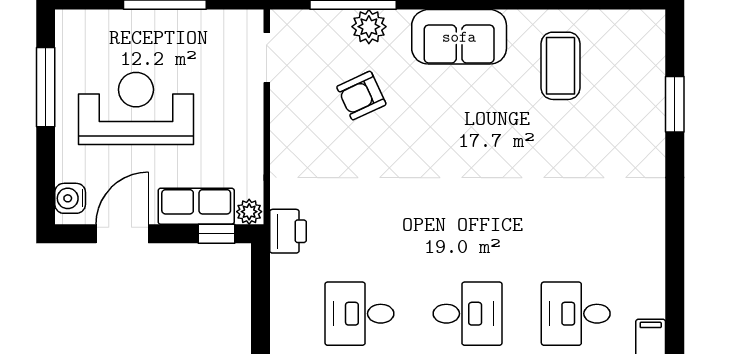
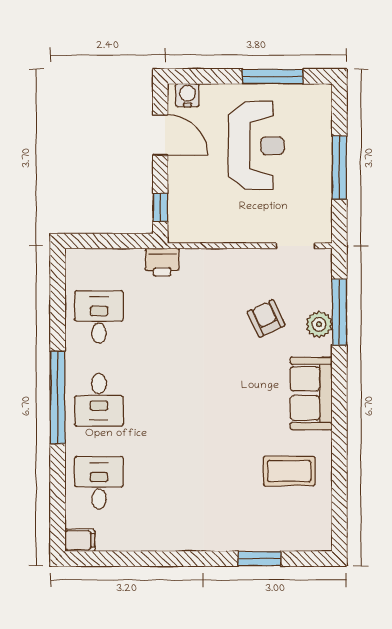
row of seats: (196, 206) -> (181, 192), removed
plant: (249, 212) -> (177, 232), removed

